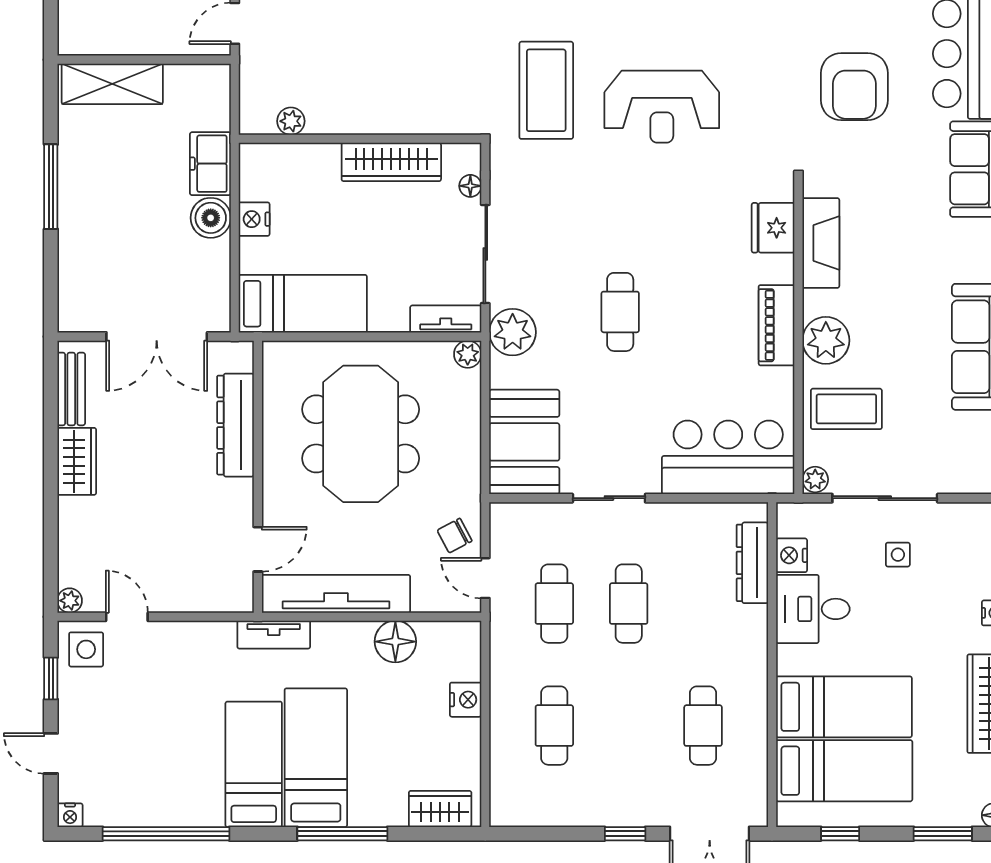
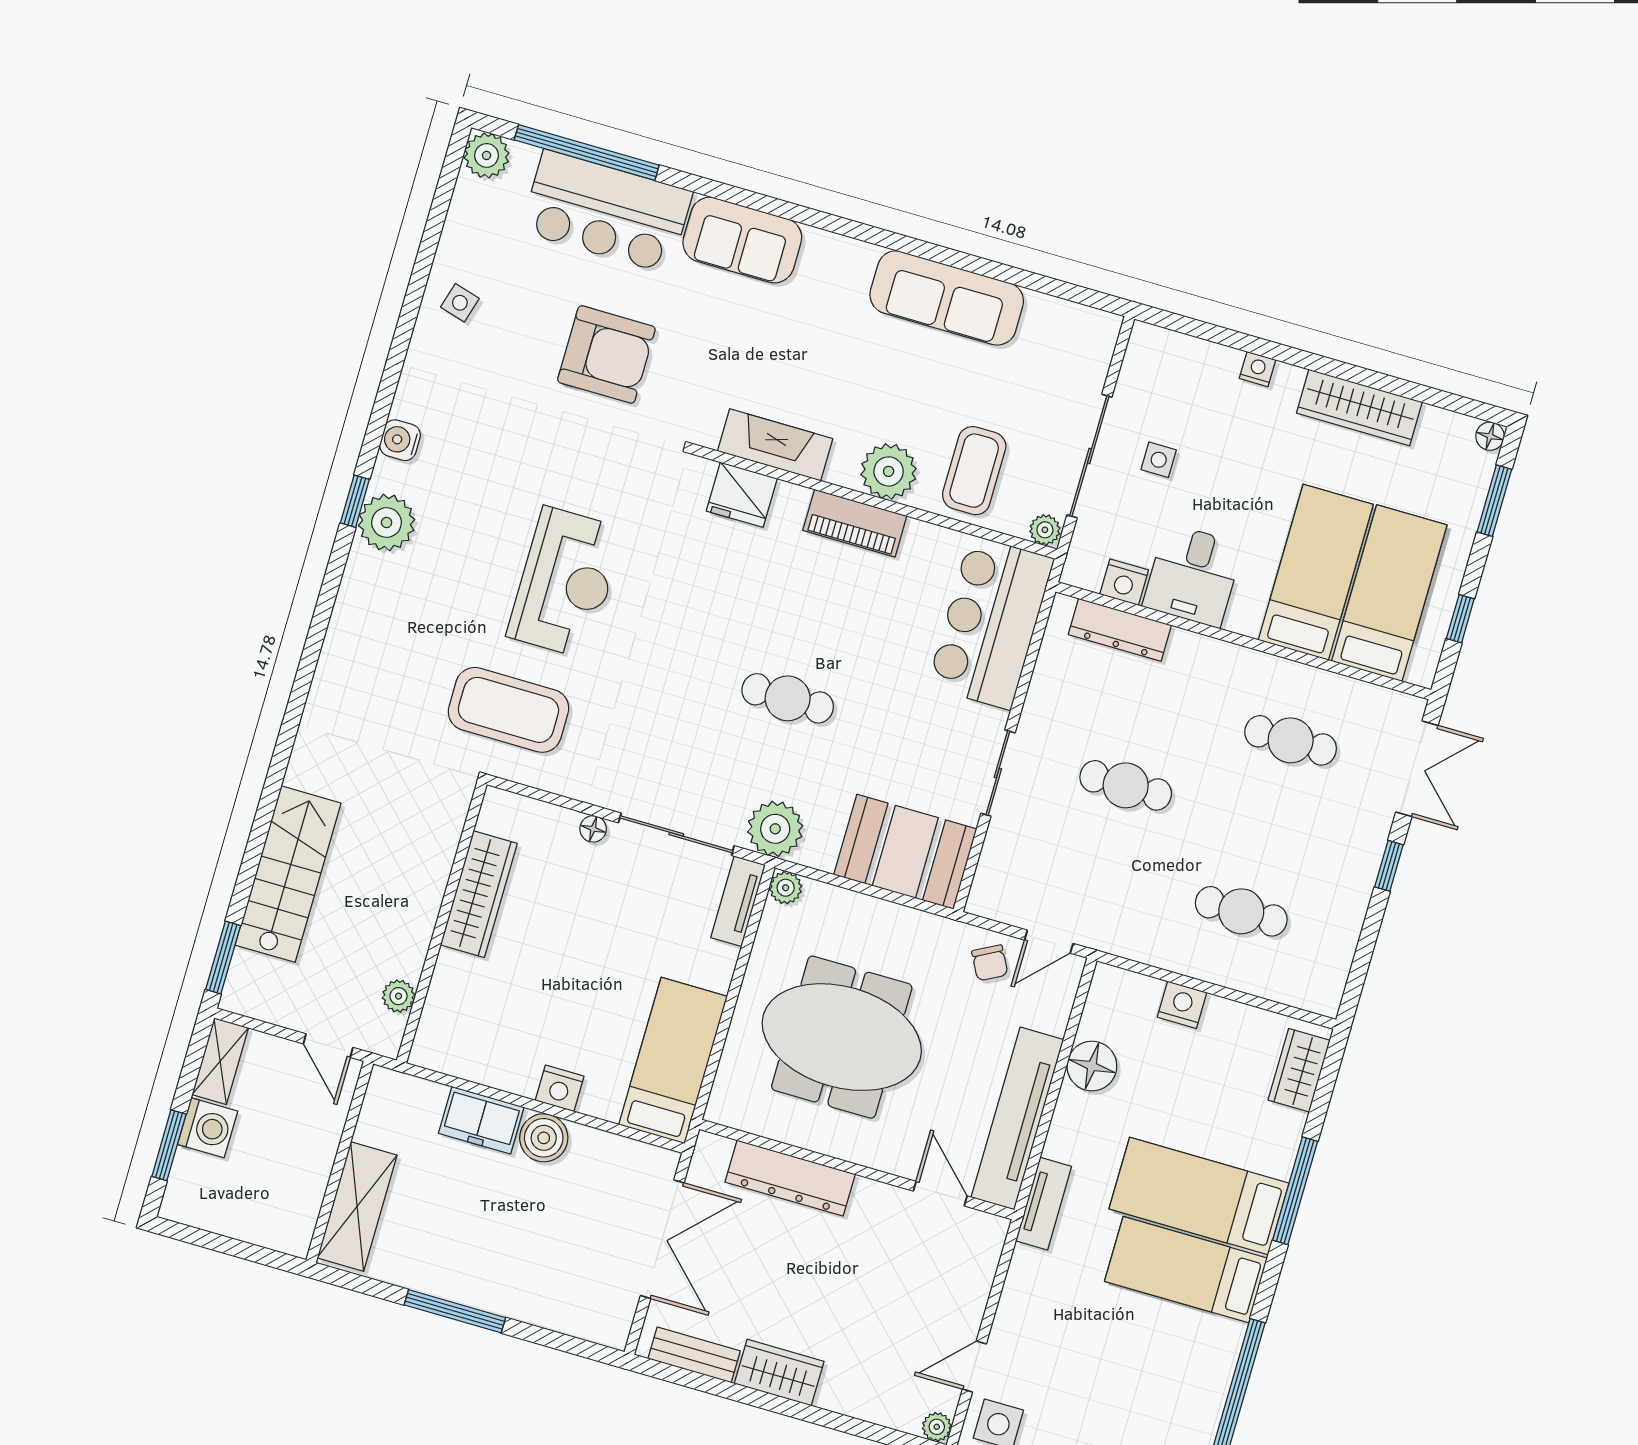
plant: (291, 121) -> (399, 996), moved
wall: (360, 139) -> (442, 922), moved
wardrobe: (391, 162) -> (479, 894), moved
cafe table: (554, 604) -> (1101, 871), removed

